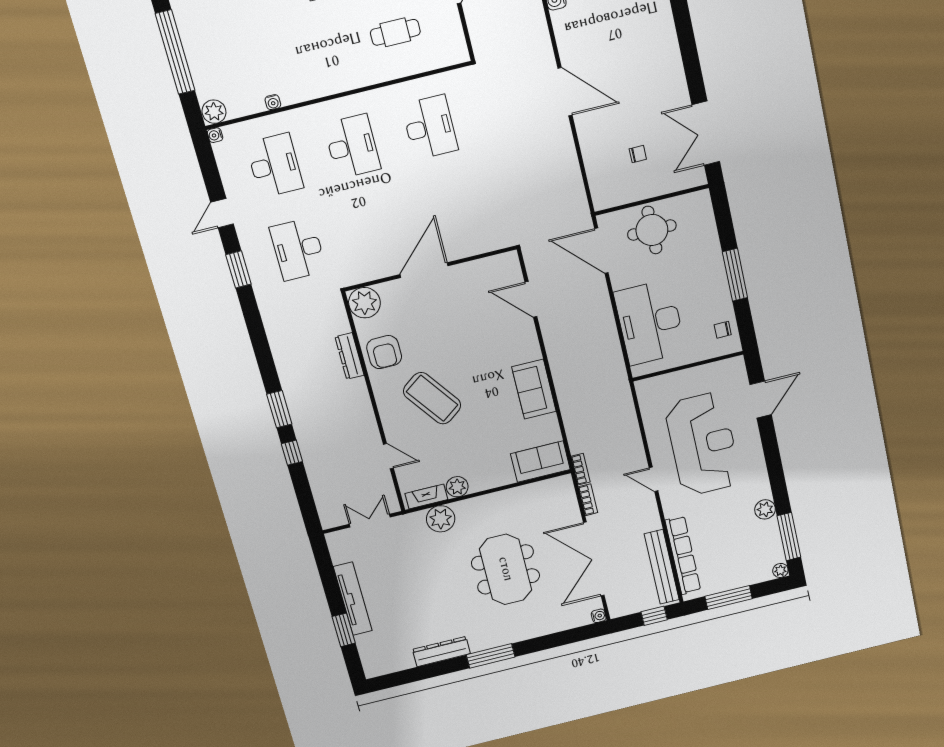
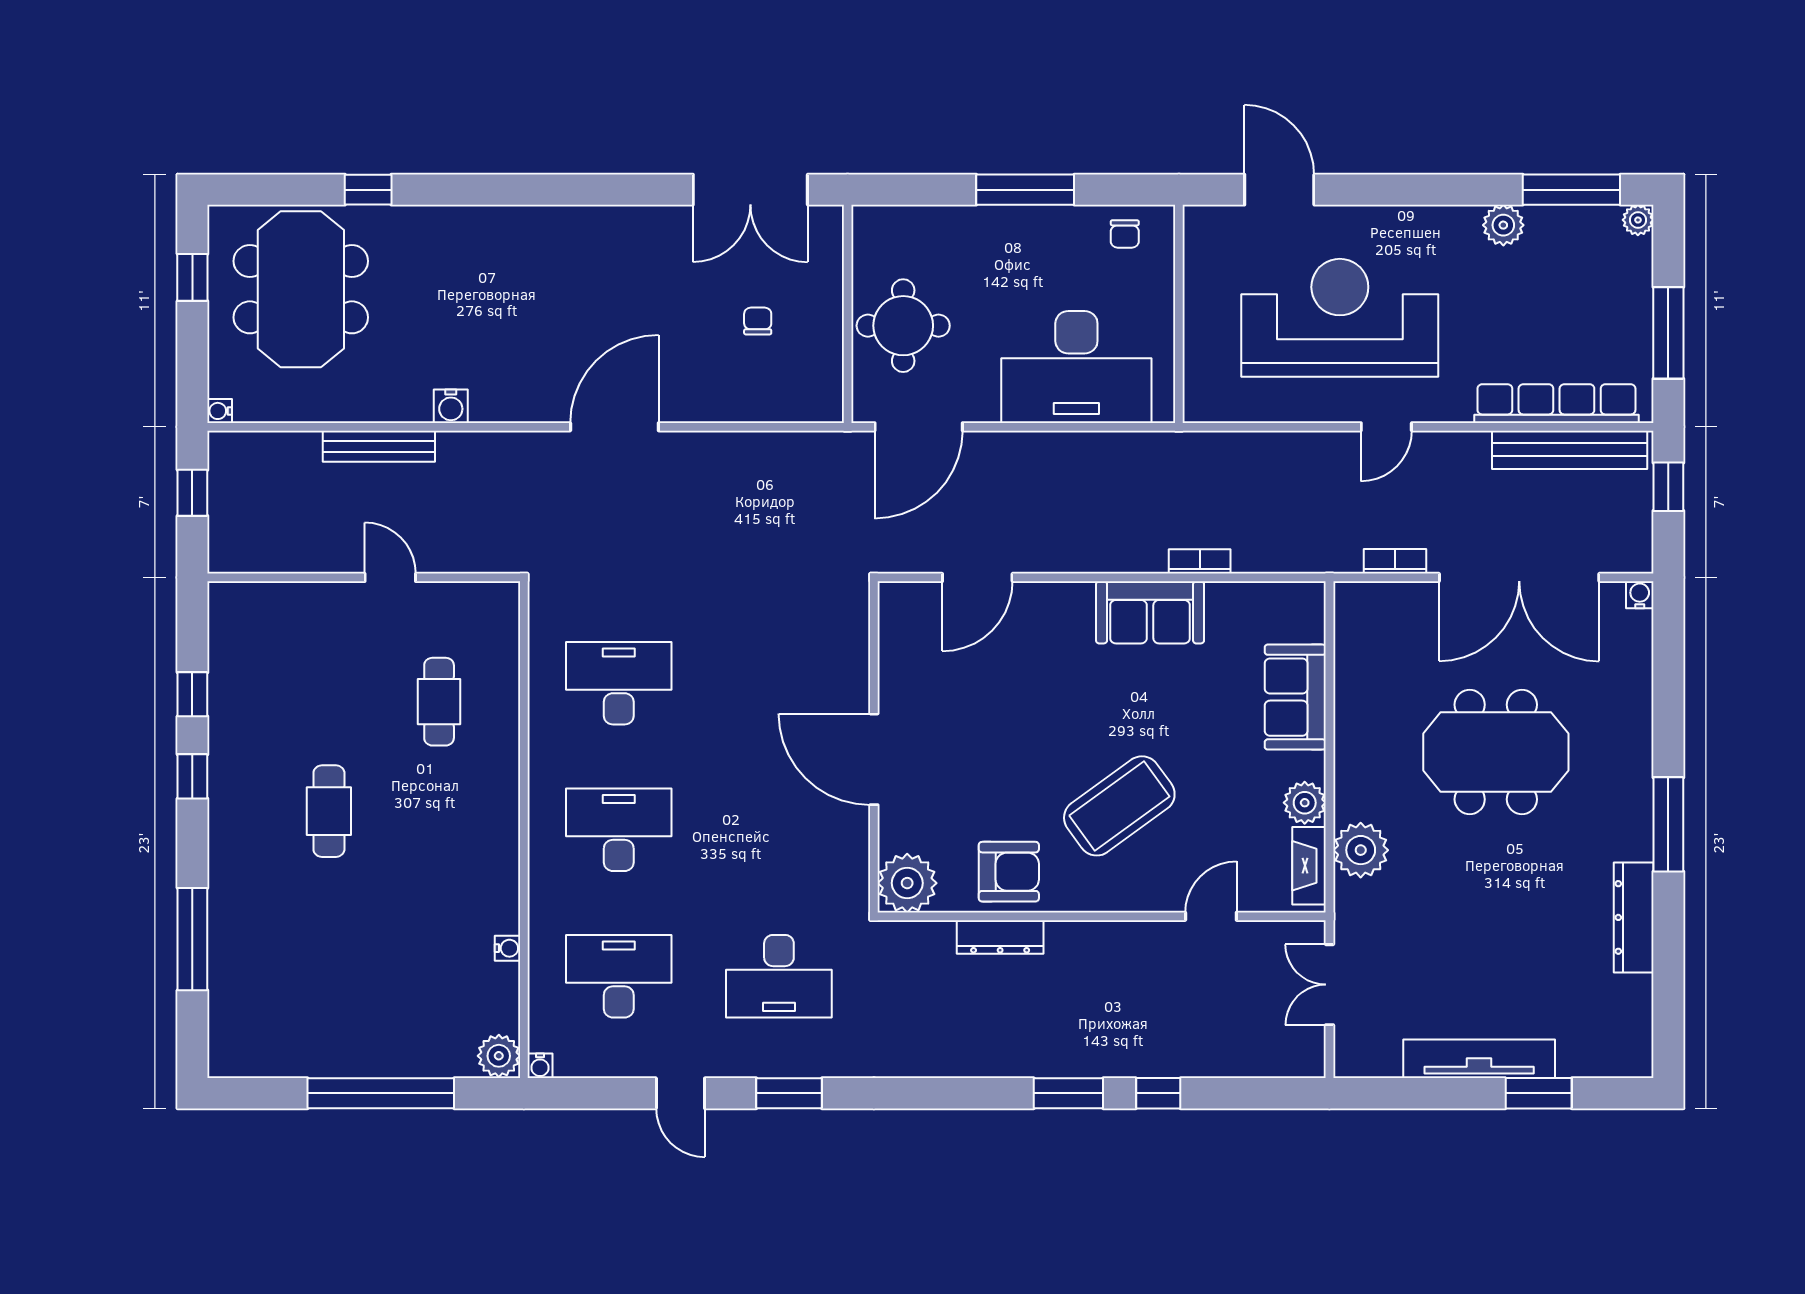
sofa: (540, 462) -> (1295, 697), moved
bookcase: (581, 469) -> (1200, 561), moved

